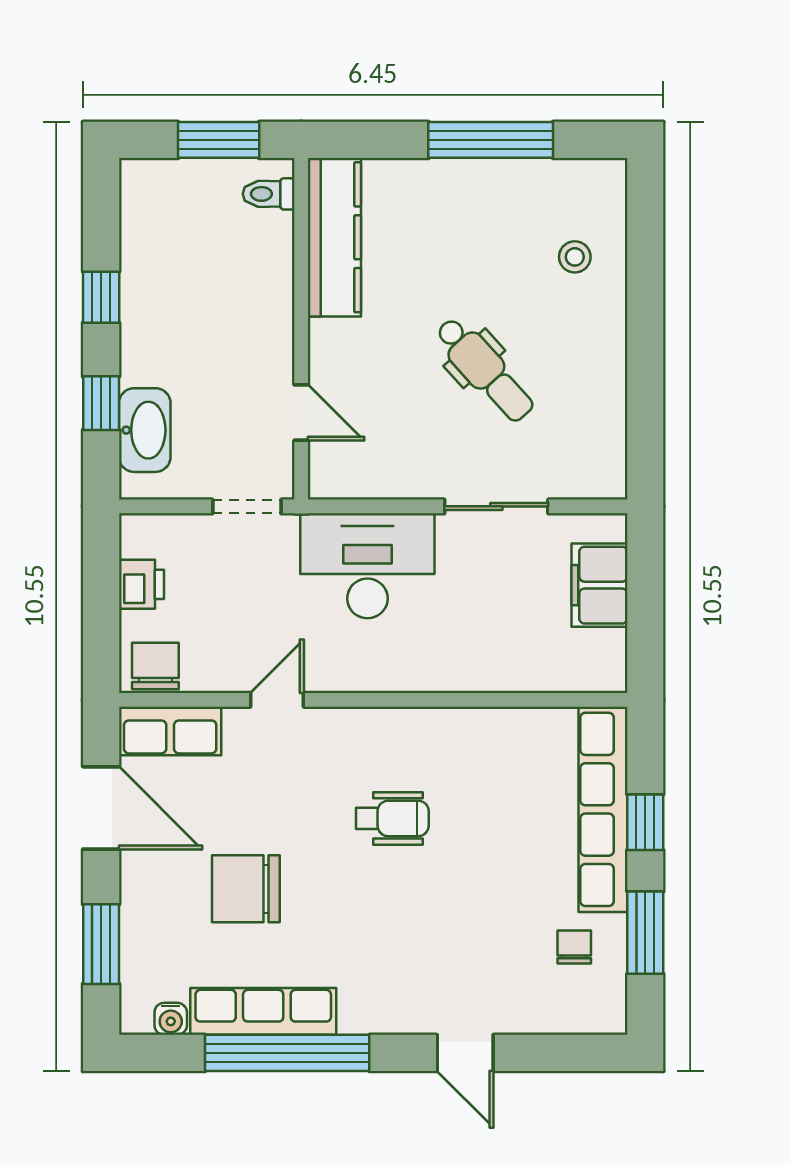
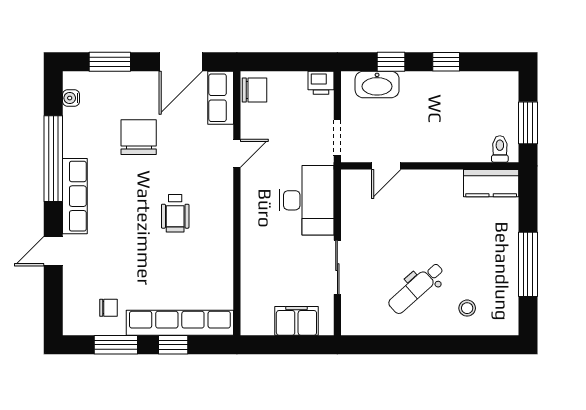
kitchen counter: (334, 237) -> (491, 183), width x0.67
dental chair: (485, 370) -> (416, 288), moved
printer: (141, 584) -> (321, 83), moved
door: (277, 700) -> (237, 153), hinge flipped
row of seats: (263, 1011) -> (75, 196), moved

